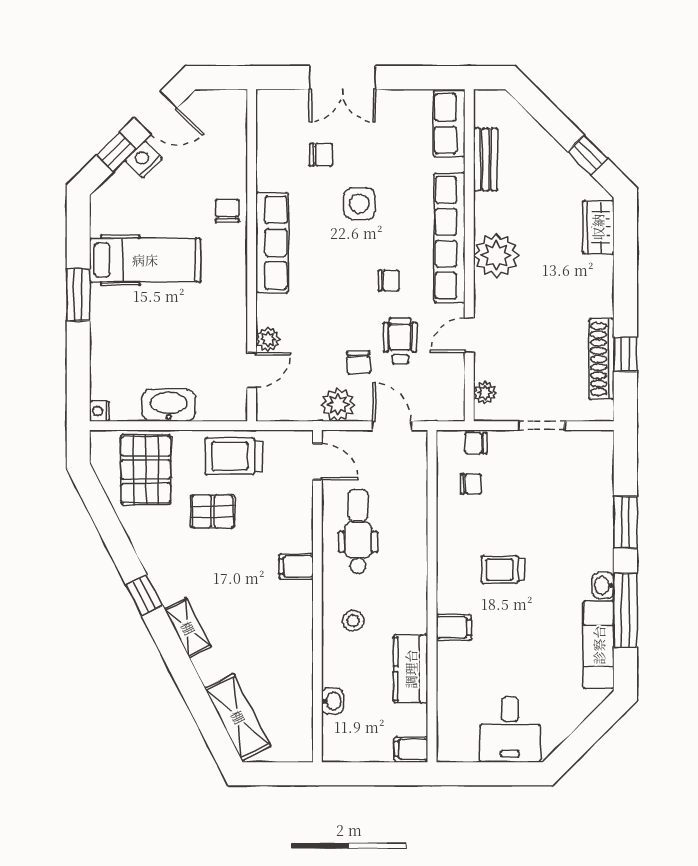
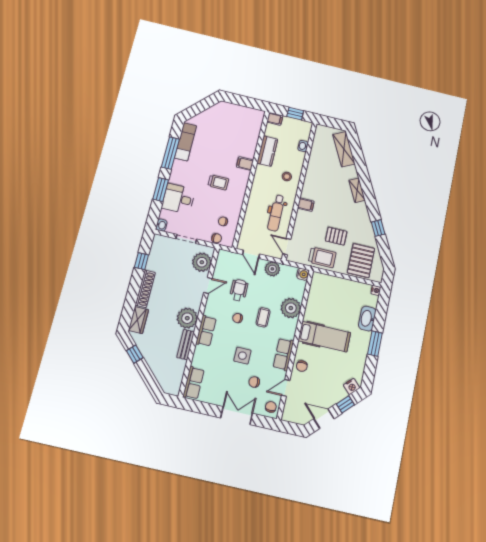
nightstand: (144, 159) -> (352, 386), moved
bench: (486, 159) -> (186, 345), moved
row of seats: (450, 238) -> (206, 331), width x0.50
row of seats: (272, 243) -> (283, 354), width x0.68
hospital bed: (145, 260) -> (324, 337), moved, turned 180
coffee table: (334, 295) -> (263, 317), added
plant: (268, 339) -> (291, 308), width x1.88, depth x1.88
wheelchair: (400, 341) -> (239, 290), turned 180
shoe rack: (602, 359) -> (145, 289), moved
chair: (359, 363) -> (271, 407), moved
door: (252, 370) -> (286, 388), moved
plant: (485, 393) -> (202, 262), width x1.88, depth x1.88
washbasin: (169, 405) -> (367, 319), moved, turned 90
water cooler: (269, 409) -> (303, 274), added
washbasin: (603, 585) -> (161, 225), moved
window: (144, 595) -> (378, 228), moved
desk: (510, 730) -> (178, 199), moved, turned -90
window: (367, 774) -> (295, 114), added

